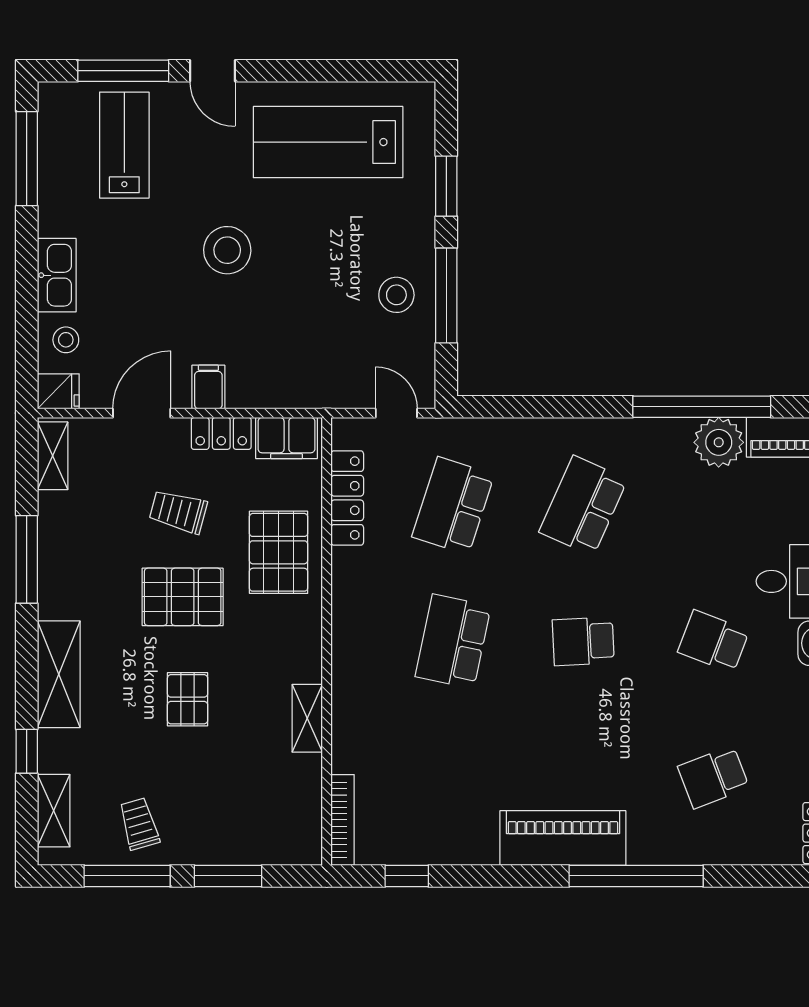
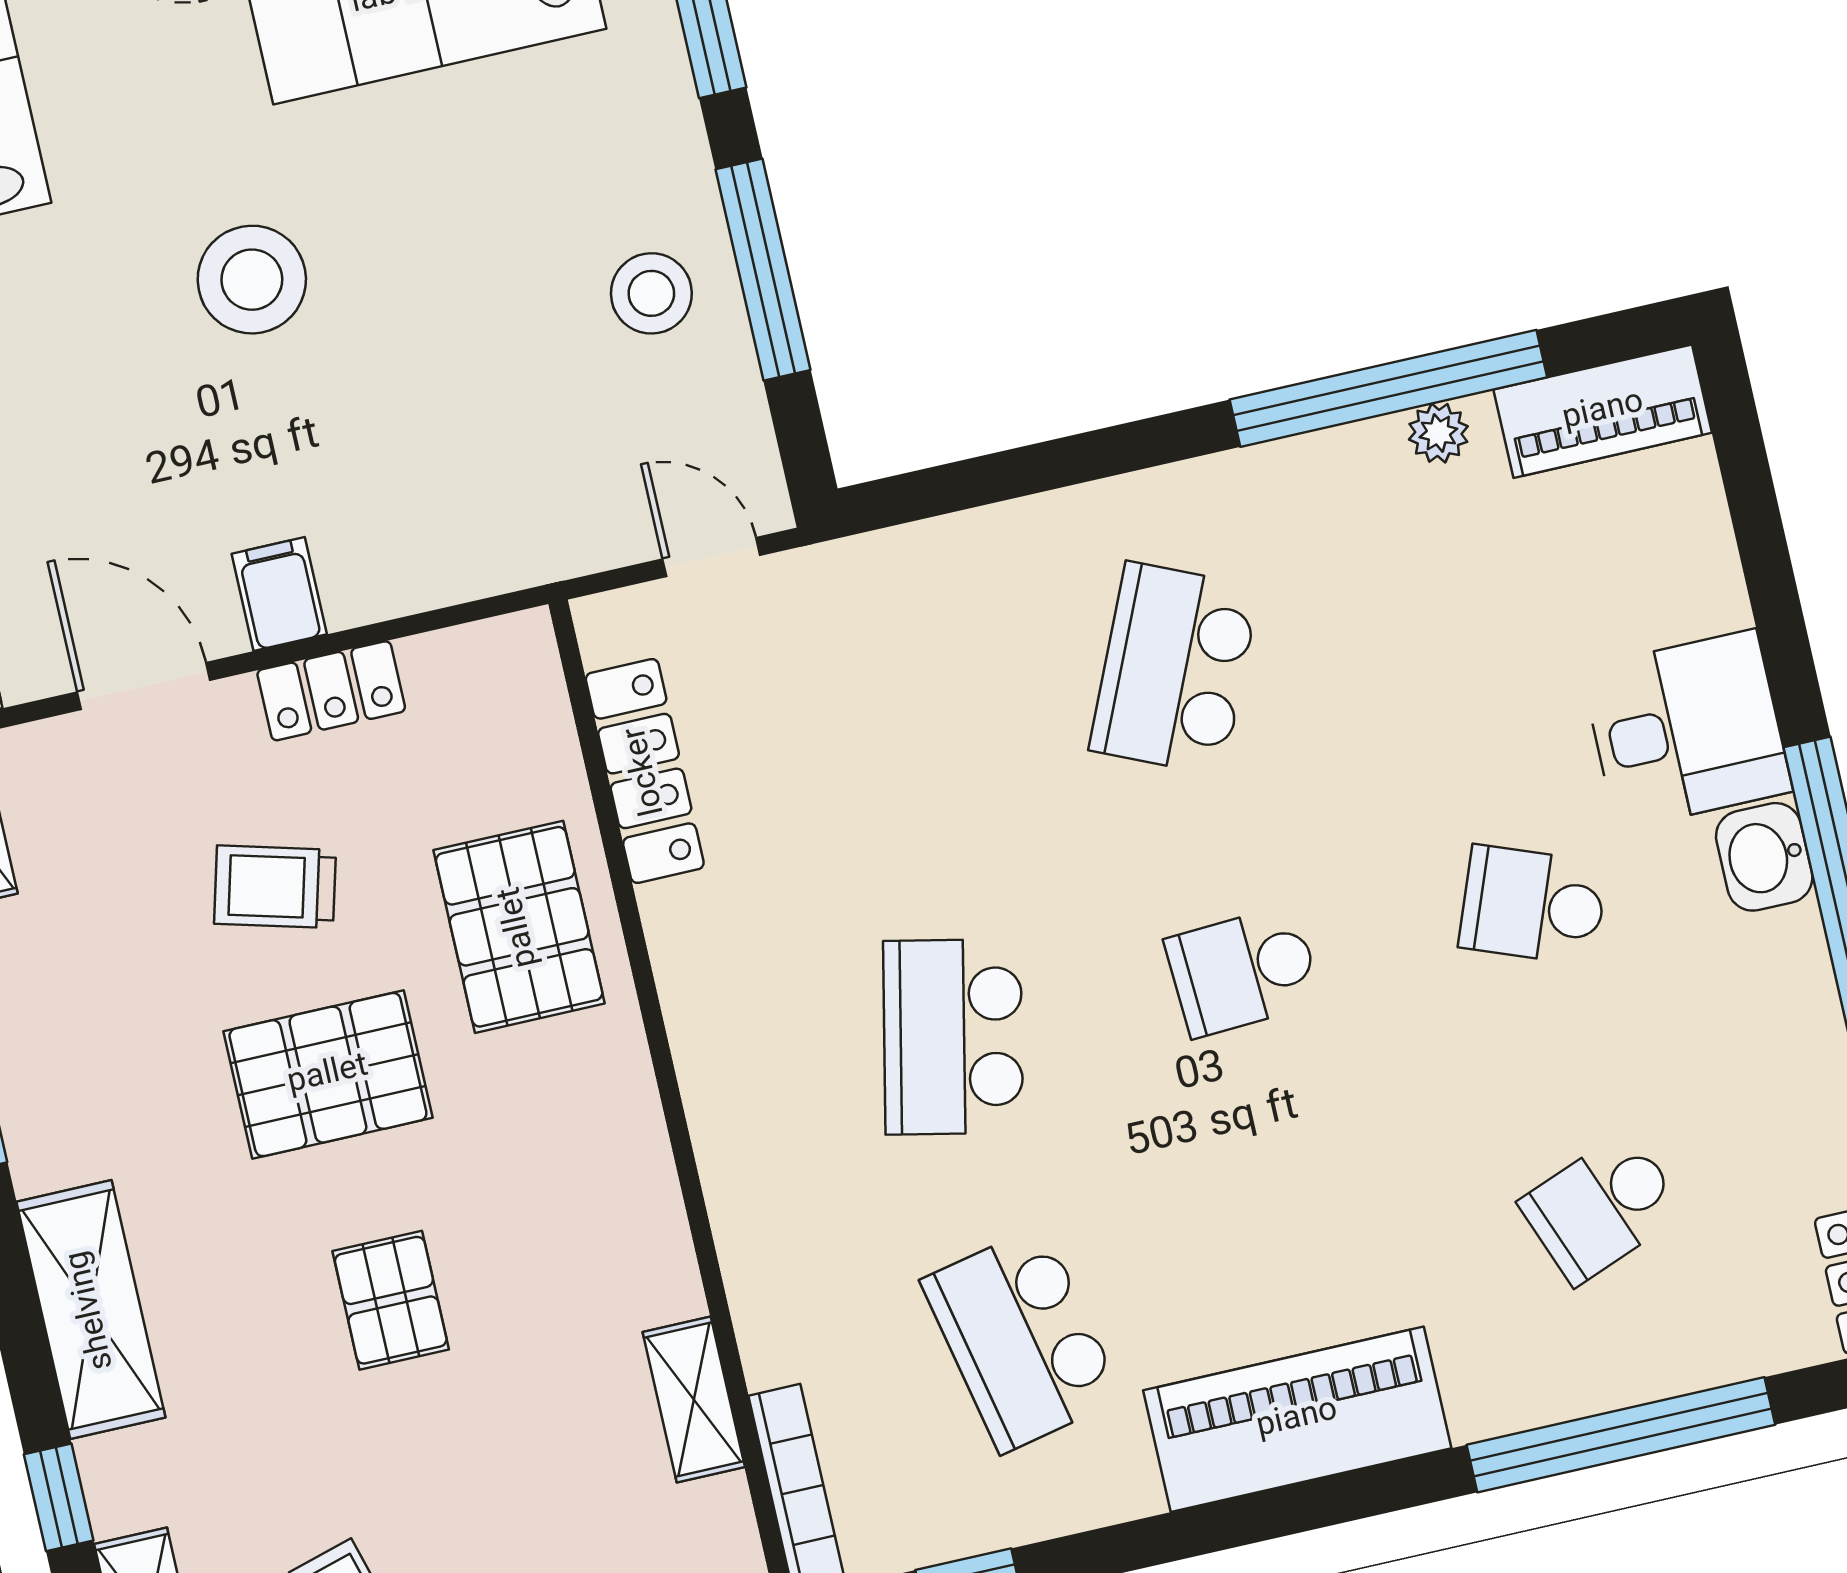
door: (142, 413) -> (144, 686), hinge flipped
filing cabinet: (286, 438) -> (479, 668), removed
plant: (719, 442) -> (1438, 433), width x0.53, depth x0.53
school desk: (453, 506) -> (1022, 1339), moved, turned -30
shelving: (307, 718) -> (694, 1400), moved
window: (636, 876) -> (1621, 1435), moved

